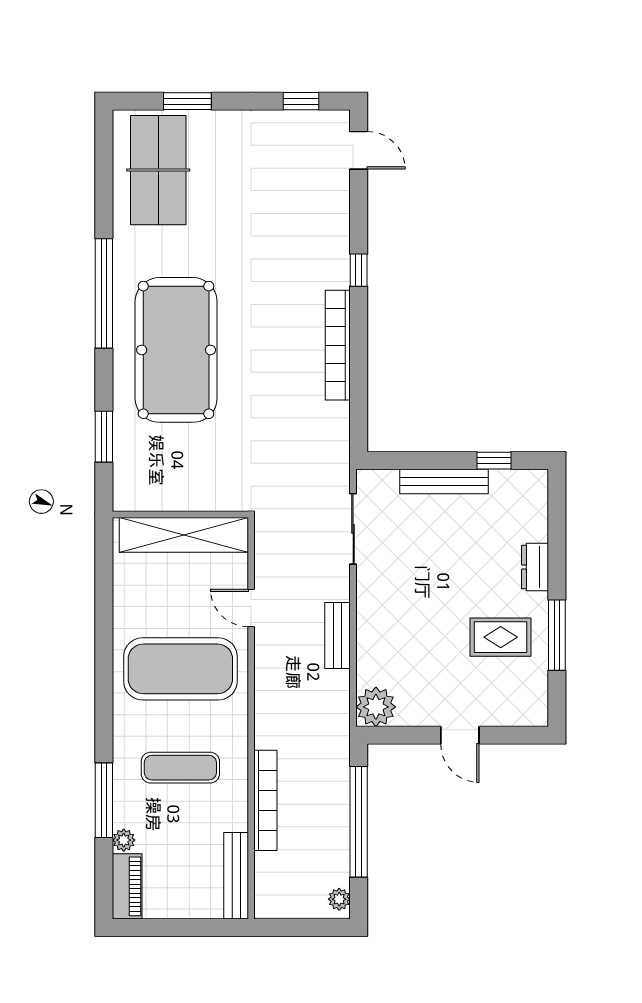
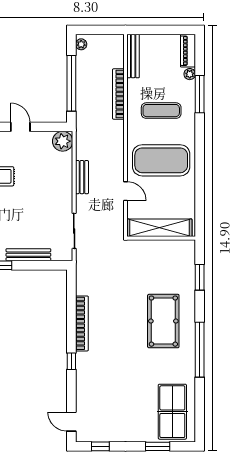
pool table: (176, 350) -> (163, 321), width x0.73, depth x0.76

